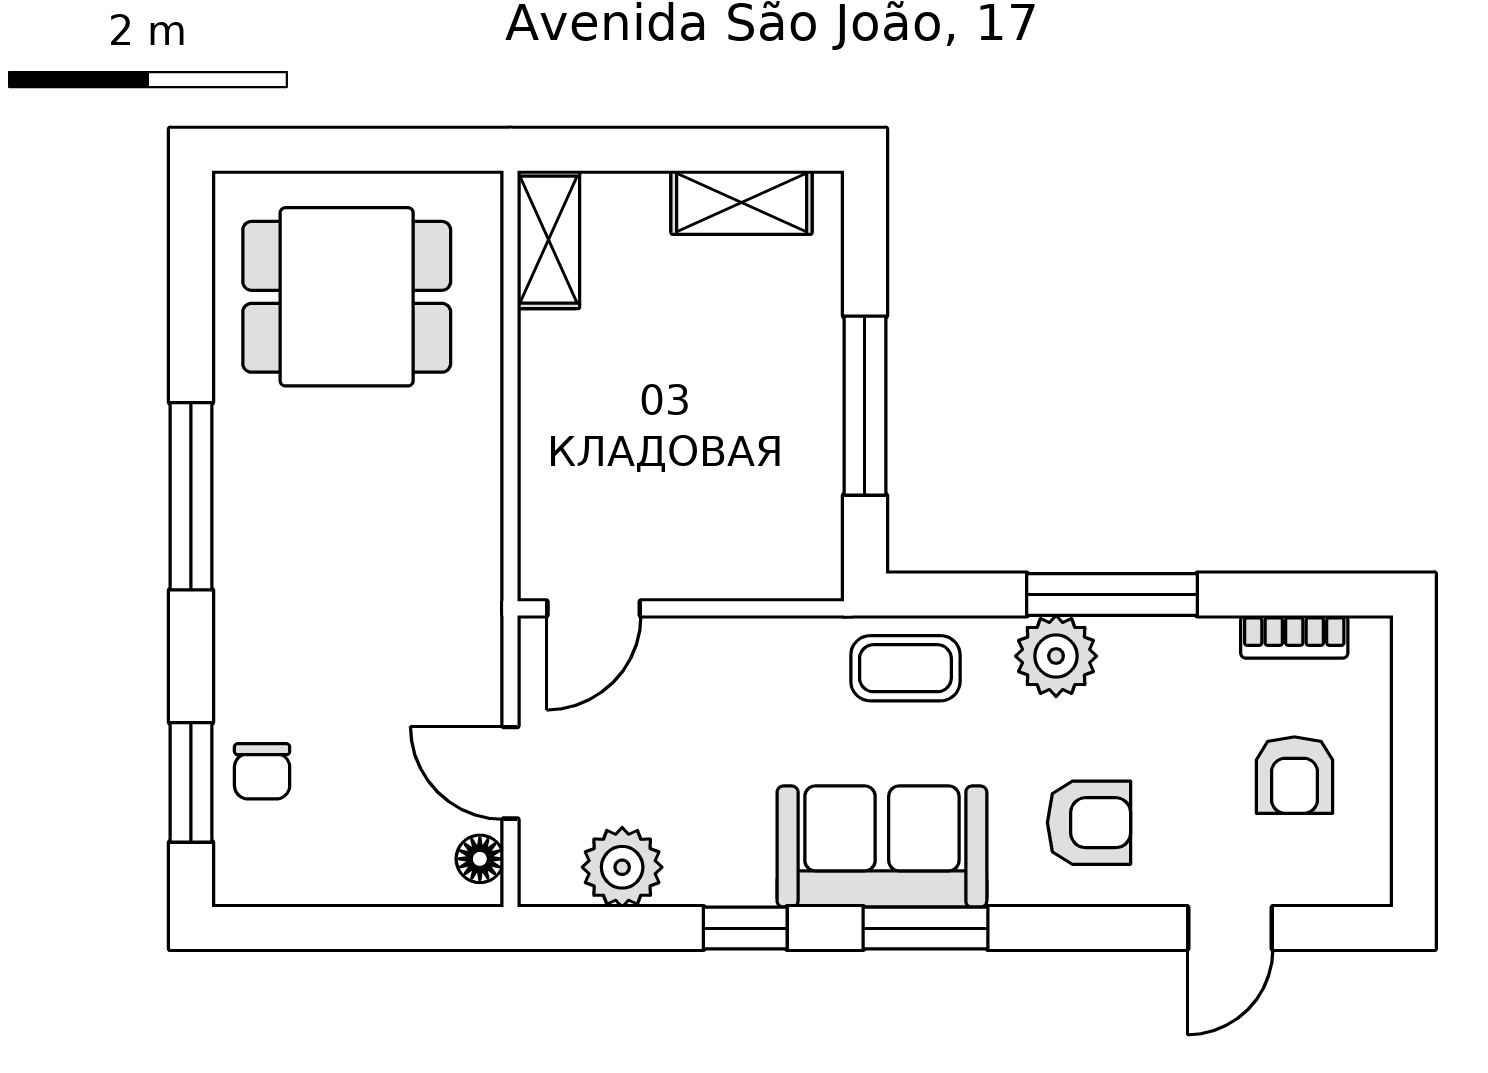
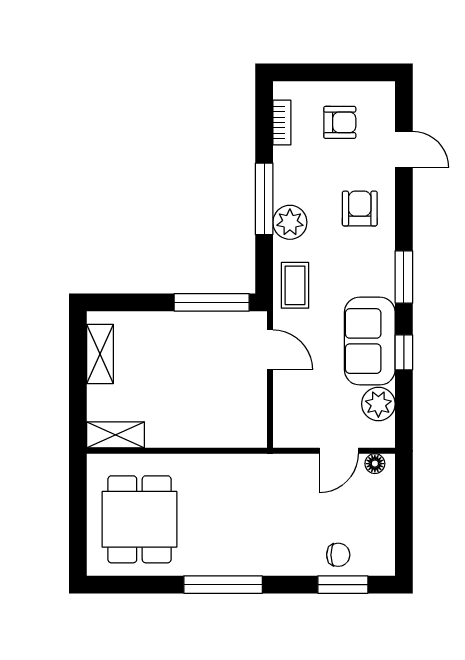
window: (865, 406) -> (212, 302), moved
door: (594, 608) -> (270, 350), moved
sofa: (882, 847) -> (370, 341), moved

